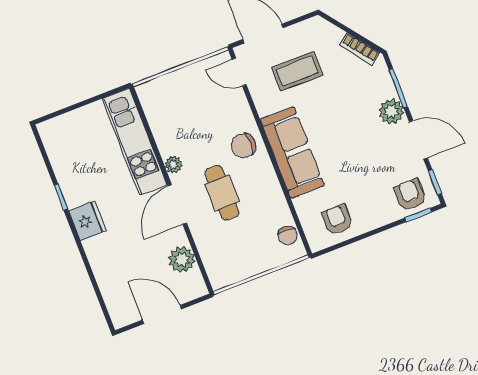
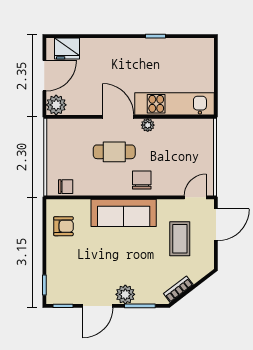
armchair: (410, 195) -> (61, 285), removed
fridge: (87, 221) -> (67, 49), moved
chair: (288, 236) -> (66, 187), turned 180
plant: (182, 260) -> (56, 105), moved

